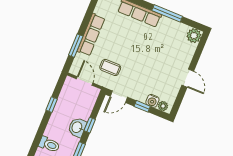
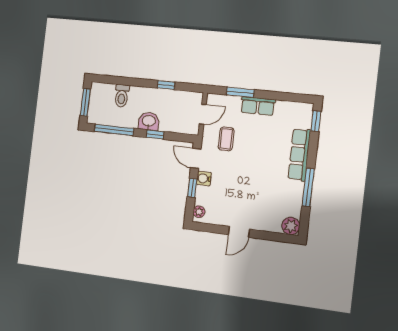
row of seats: (91, 35) -> (258, 106), width x0.68
water cooler: (152, 101) -> (204, 178), moved

